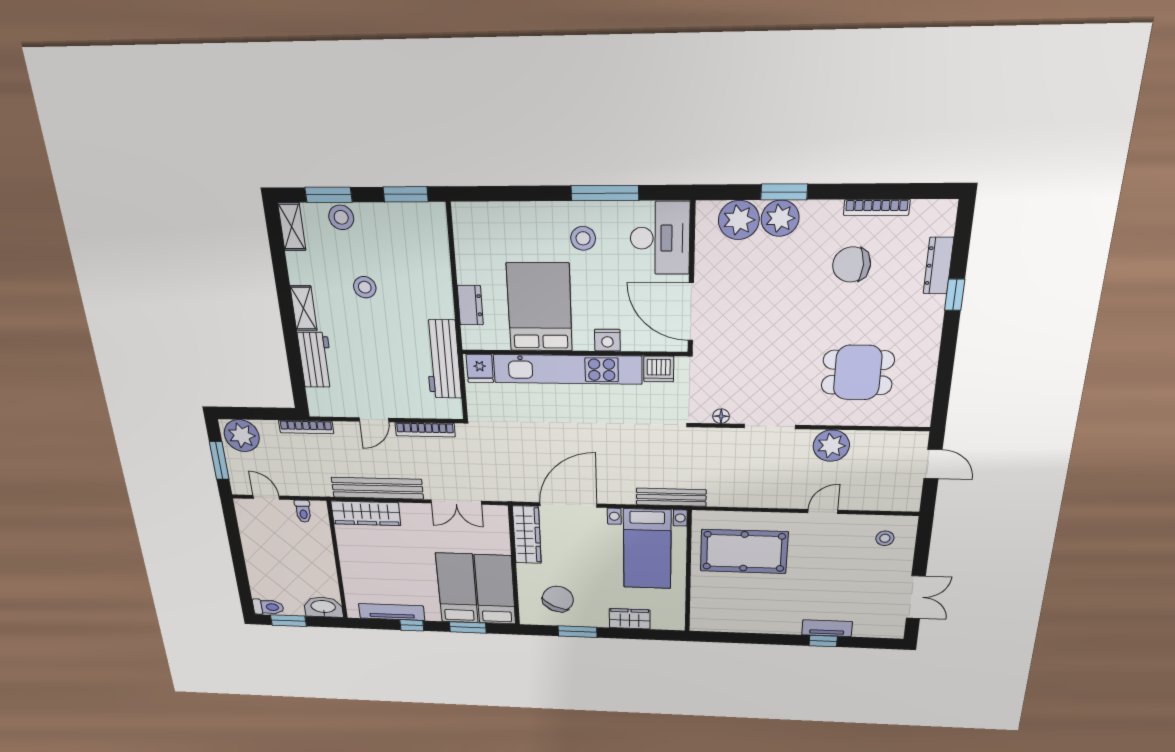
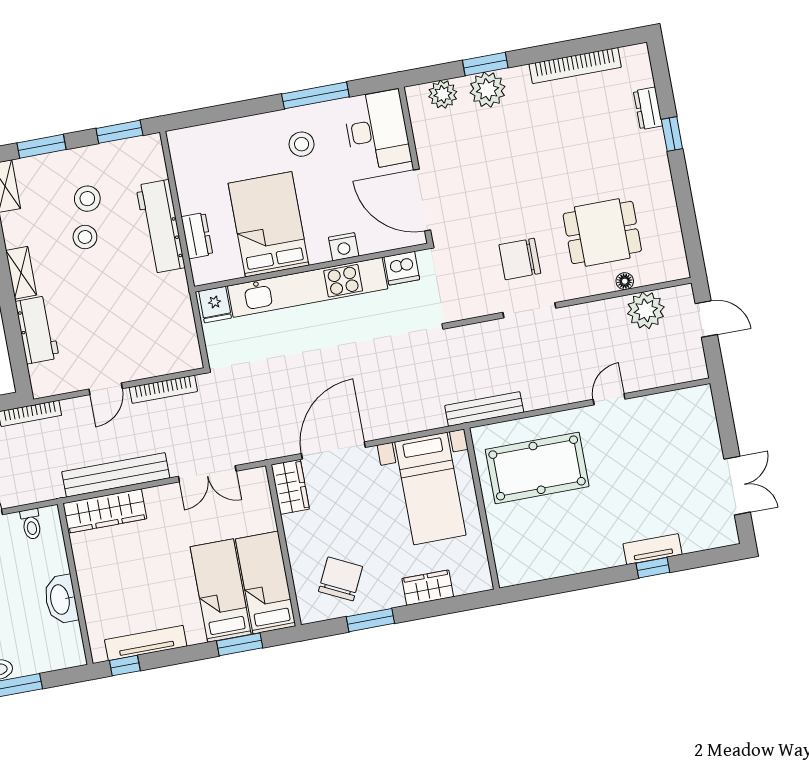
bookcase: (877, 207) -> (575, 66), width x1.48, depth x1.31
stool: (341, 217) -> (87, 199), moved
plant: (739, 220) -> (443, 94), width x0.73, depth x0.73
chair: (852, 265) -> (520, 259), moved
dresser: (938, 266) -> (648, 108), width x0.70
workbench: (443, 359) -> (160, 227), moved
floor lamp: (721, 416) -> (625, 281), moved
plant: (831, 446) -> (646, 310), moved
bench: (671, 497) -> (484, 409), moved
wardrobe: (527, 535) -> (290, 487), width x0.67
stool: (885, 538) -> (683, 418), removed
washbasin: (323, 607) -> (61, 599), moved, turned -90
window: (412, 625) -> (125, 666), moved

